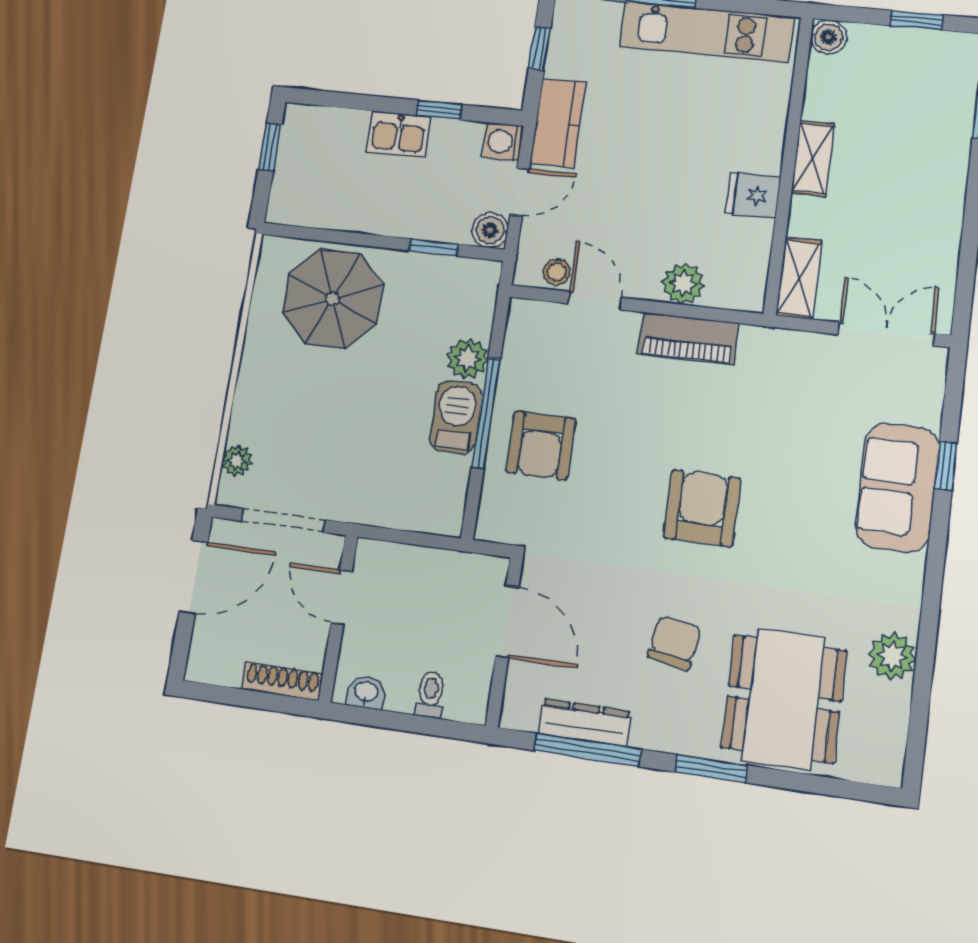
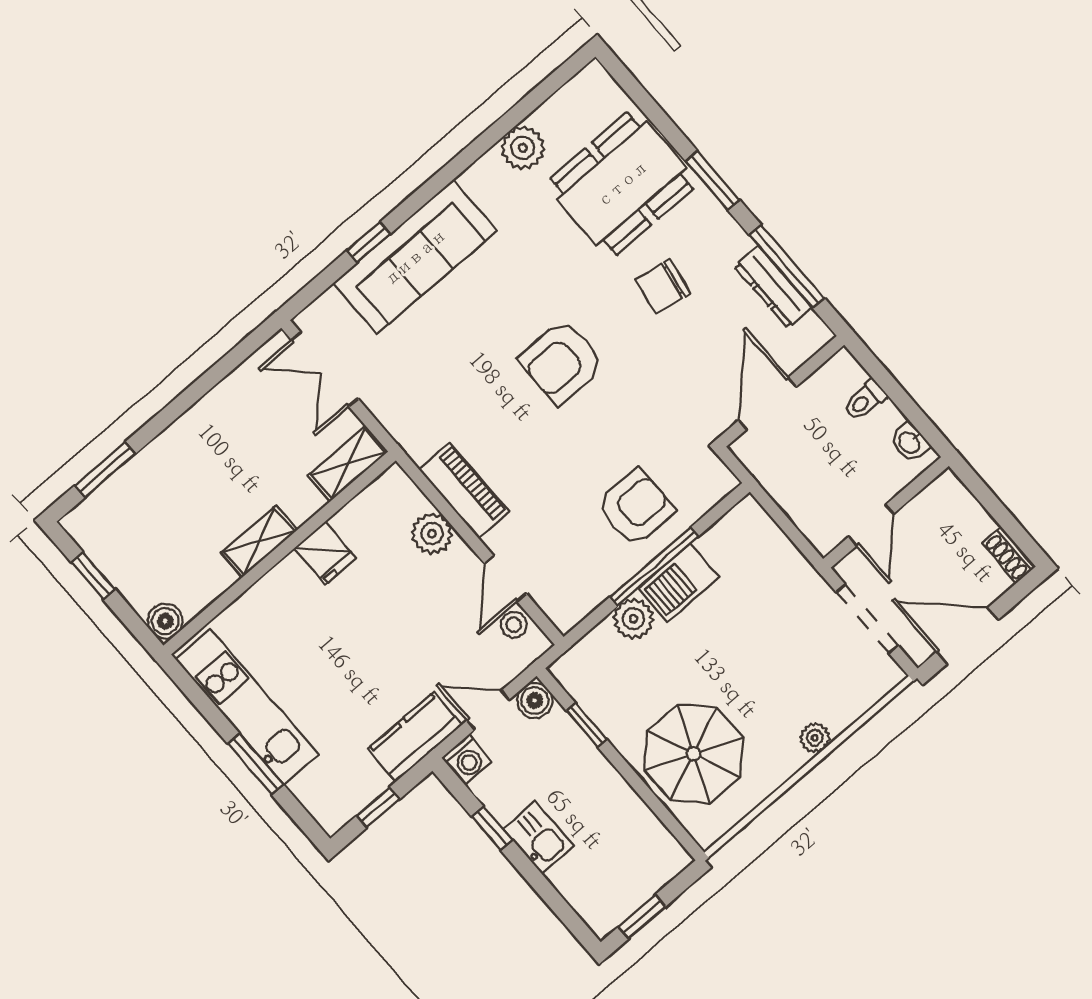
plant: (237, 461) -> (815, 738), moved
sofa: (897, 487) -> (415, 257), width x1.36
shoe rack: (282, 681) -> (1009, 555), moved, width x0.70

